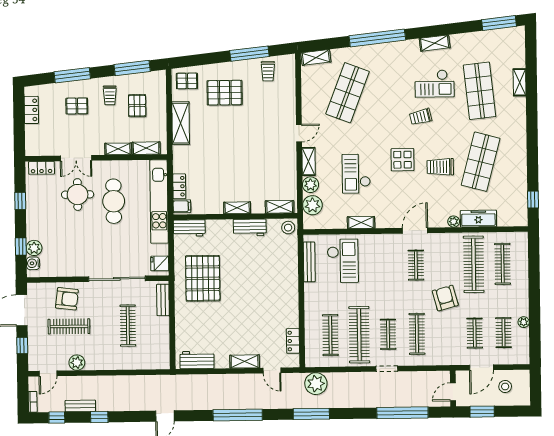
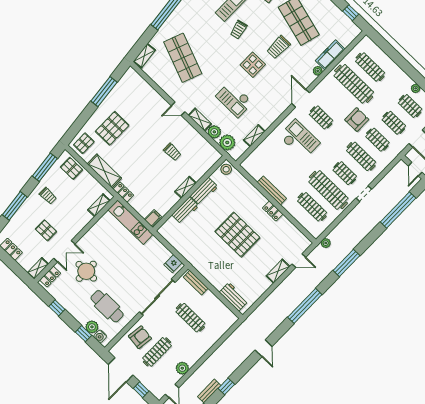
trolley: (268, 71) -> (172, 152), moved
pallet: (77, 106) -> (46, 230), moved, turned 90
pallet: (137, 106) -> (72, 168), moved
door: (299, 133) -> (178, 109), swing flipped
shelving: (118, 149) -> (38, 268), moved
locker: (179, 186) -> (123, 192), moved
cafe table: (114, 201) -> (107, 306), moved
kitchen unit: (159, 202) -> (131, 222), width x0.73
shelving: (280, 207) -> (209, 162), removed
shelving: (361, 223) -> (254, 136), moved
workbench: (189, 228) -> (185, 210), moved
checkout: (343, 261) -> (299, 139), moved
bench: (309, 262) -> (272, 190), moved
pallet: (203, 278) -> (237, 235), moved
armchair: (445, 298) -> (357, 120), turned 105
clothes rail: (446, 333) -> (377, 140), added
locker: (293, 341) -> (273, 211), moved
workbench: (197, 360) -> (234, 297), moved, turned 90
plant: (316, 384) -> (326, 243), width x0.53, depth x0.53

